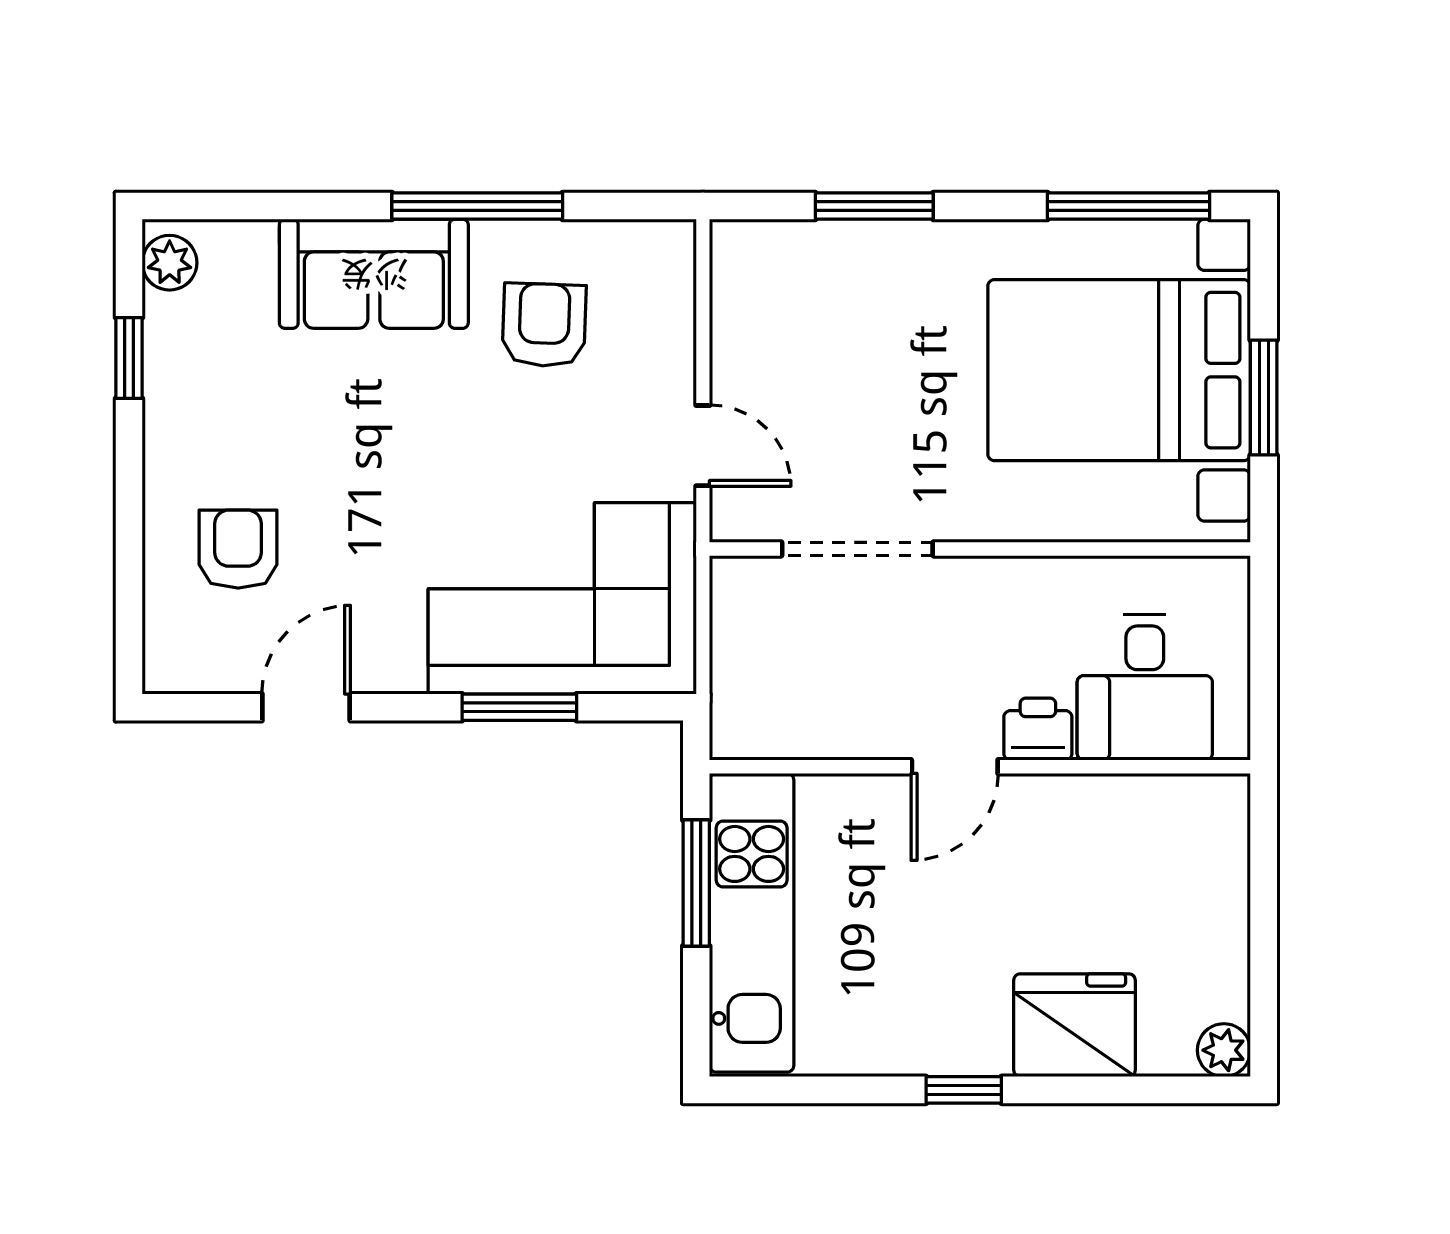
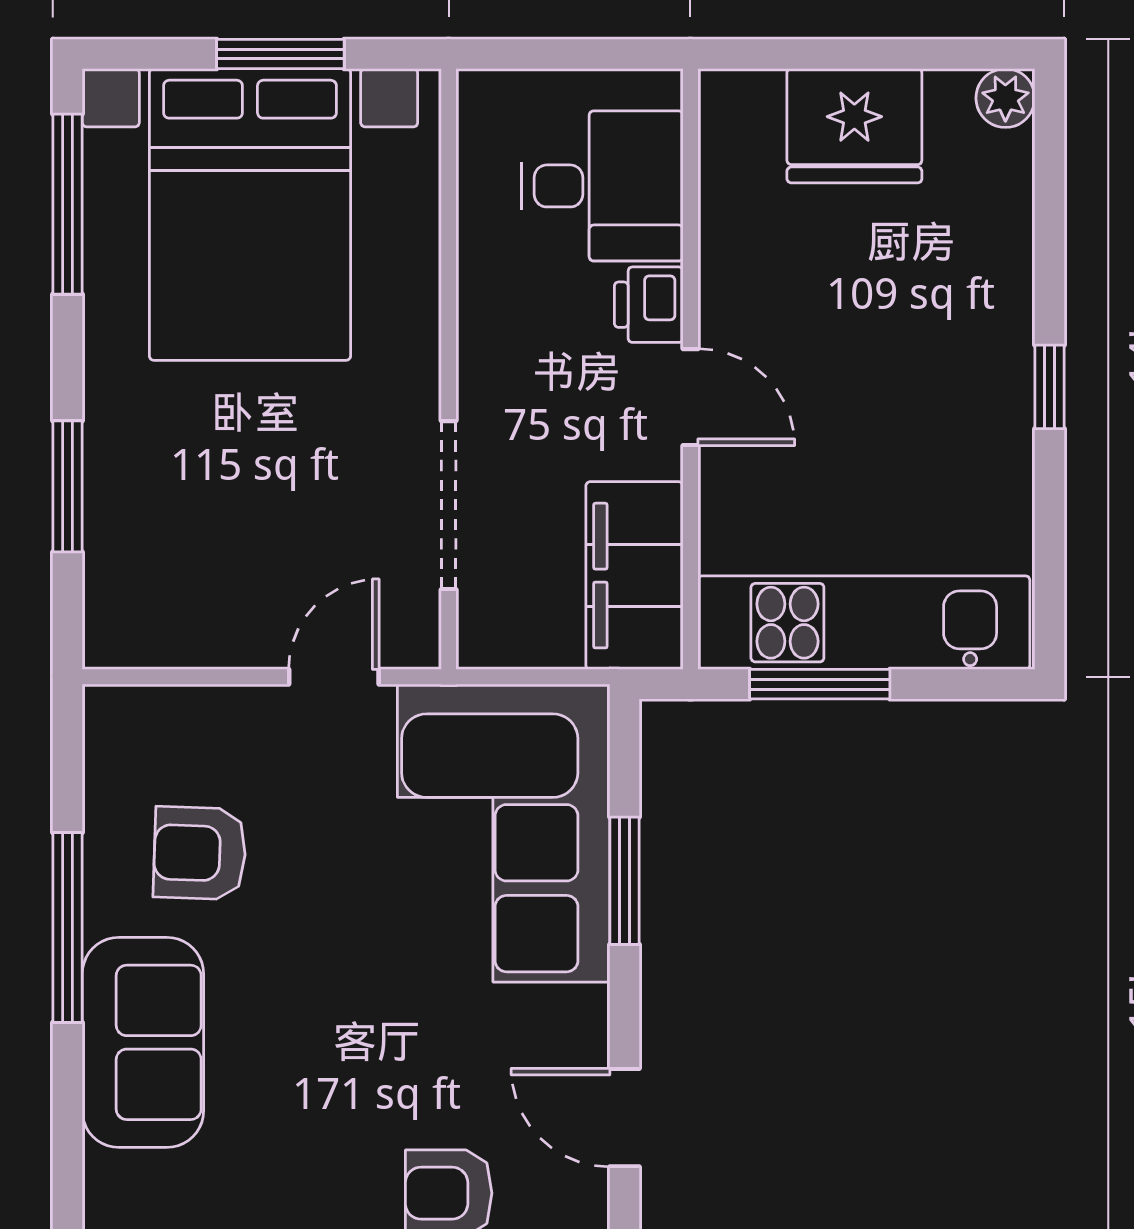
filing cabinet: (794, 716) -> (634, 576), added
fridge: (1075, 1025) -> (854, 126), moved, turned -90

